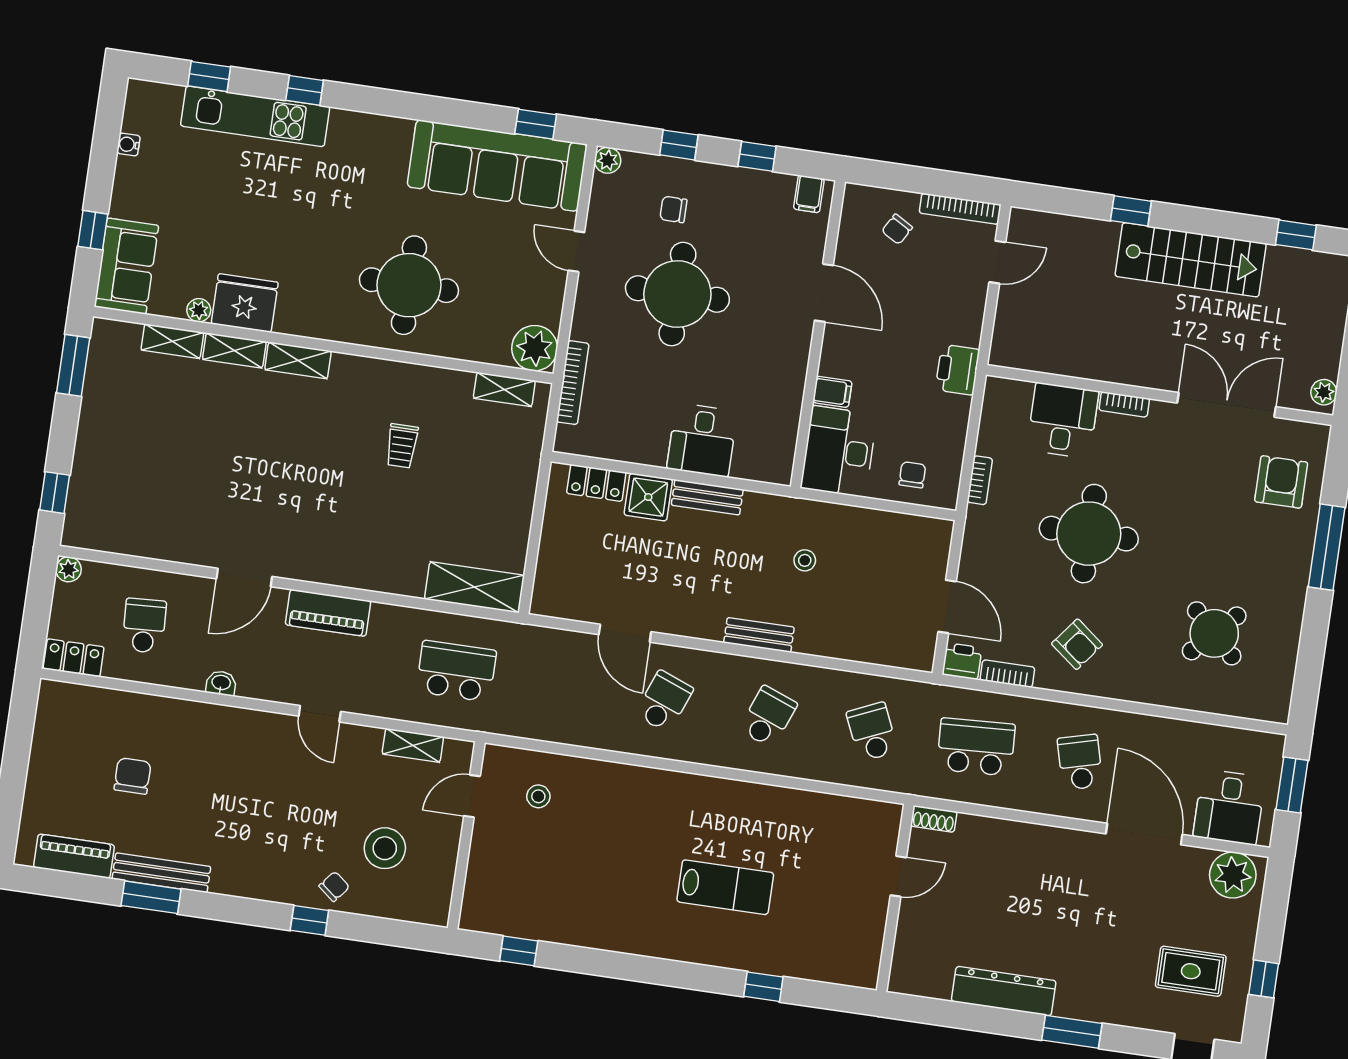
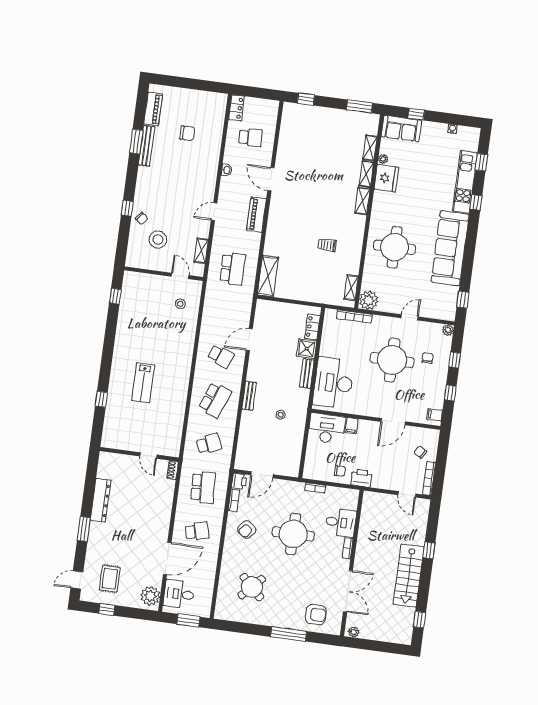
sofa: (497, 166) -> (450, 248), moved
desk: (702, 440) -> (333, 383), width x1.87, depth x1.30
chair: (912, 475) -> (340, 471), moved
plant: (69, 569) -> (274, 105), removed
school desk: (768, 717) -> (215, 400), width x1.85

